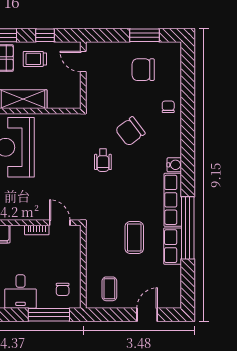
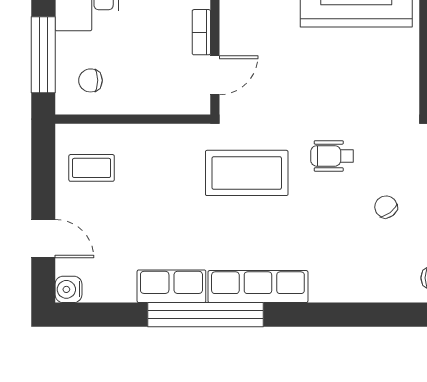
chair: (130, 131) -> (386, 207), width x0.54, depth x0.54
water cooler: (174, 165) -> (68, 289), moved, turned 90
coffee table: (134, 238) -> (247, 173), moved, width x1.36, depth x1.32

